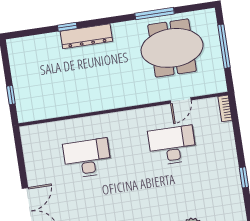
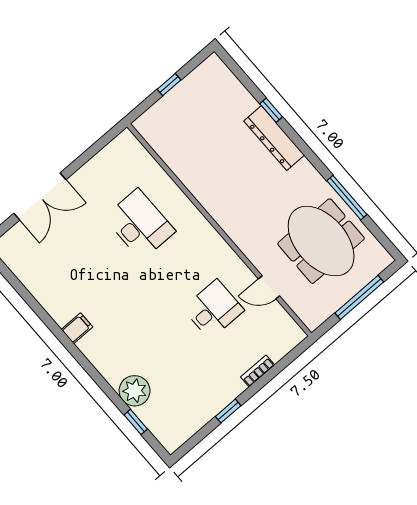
window: (11, 95) -> (169, 85), moved
bookcase: (225, 108) -> (258, 371), moved
desk: (172, 145) -> (213, 309), width x0.73

